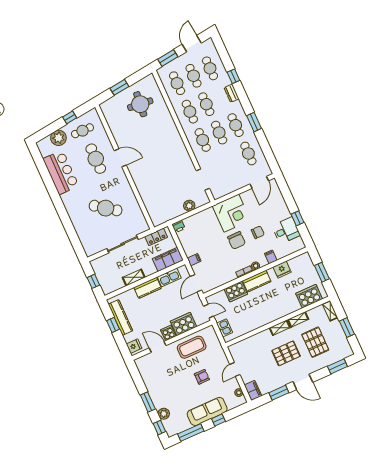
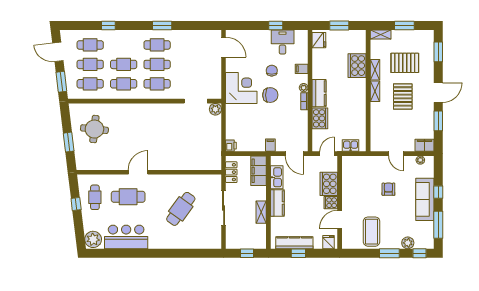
dresser: (231, 93) -> (124, 35), removed
plant: (58, 138) -> (93, 239), moved
cafe table: (248, 153) -> (191, 45), removed
plant: (189, 206) -> (215, 109), moved
fridge: (282, 270) -> (319, 40), moved
cooker: (309, 296) -> (357, 66), moved
coffee table: (192, 347) -> (372, 232), moved

